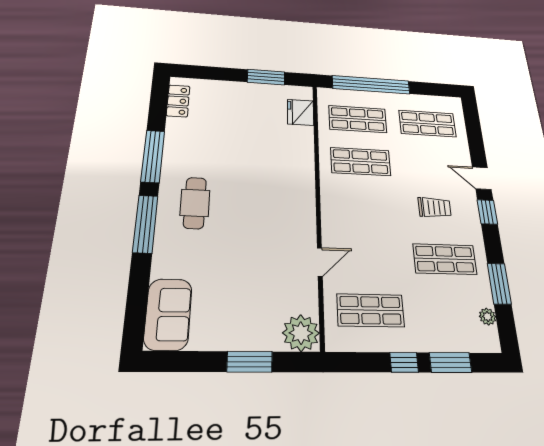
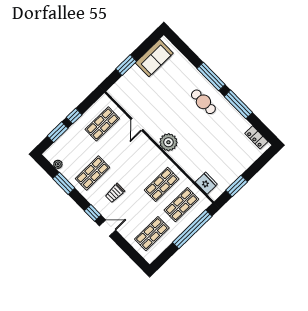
sofa: (168, 314) -> (154, 58), moved, turned -90
plant: (301, 333) -> (168, 142), moved

